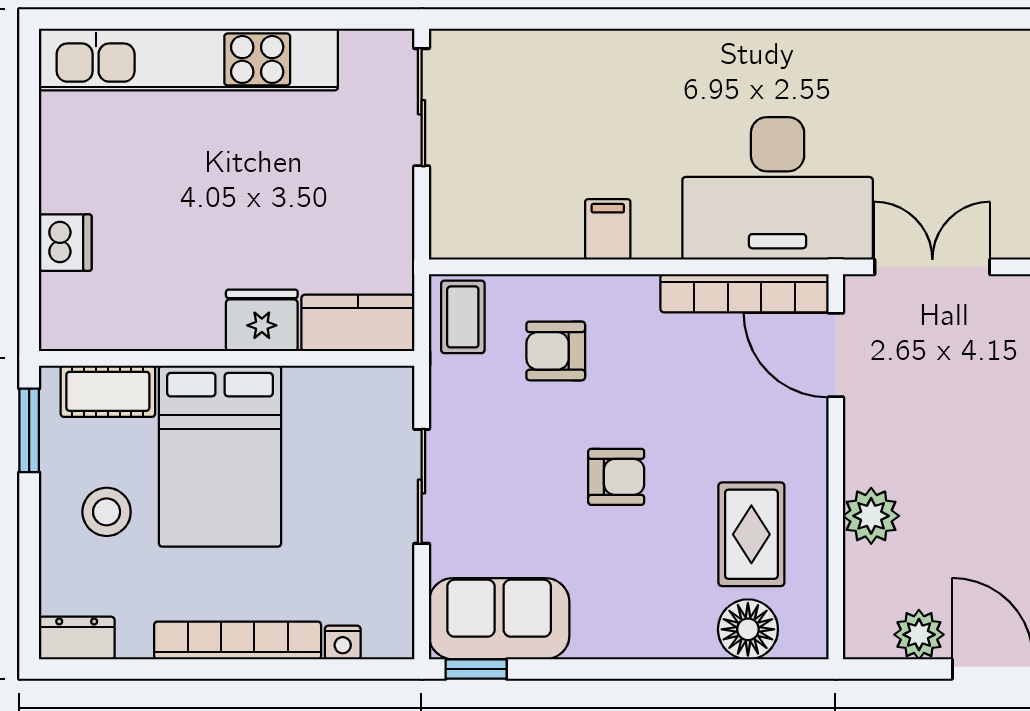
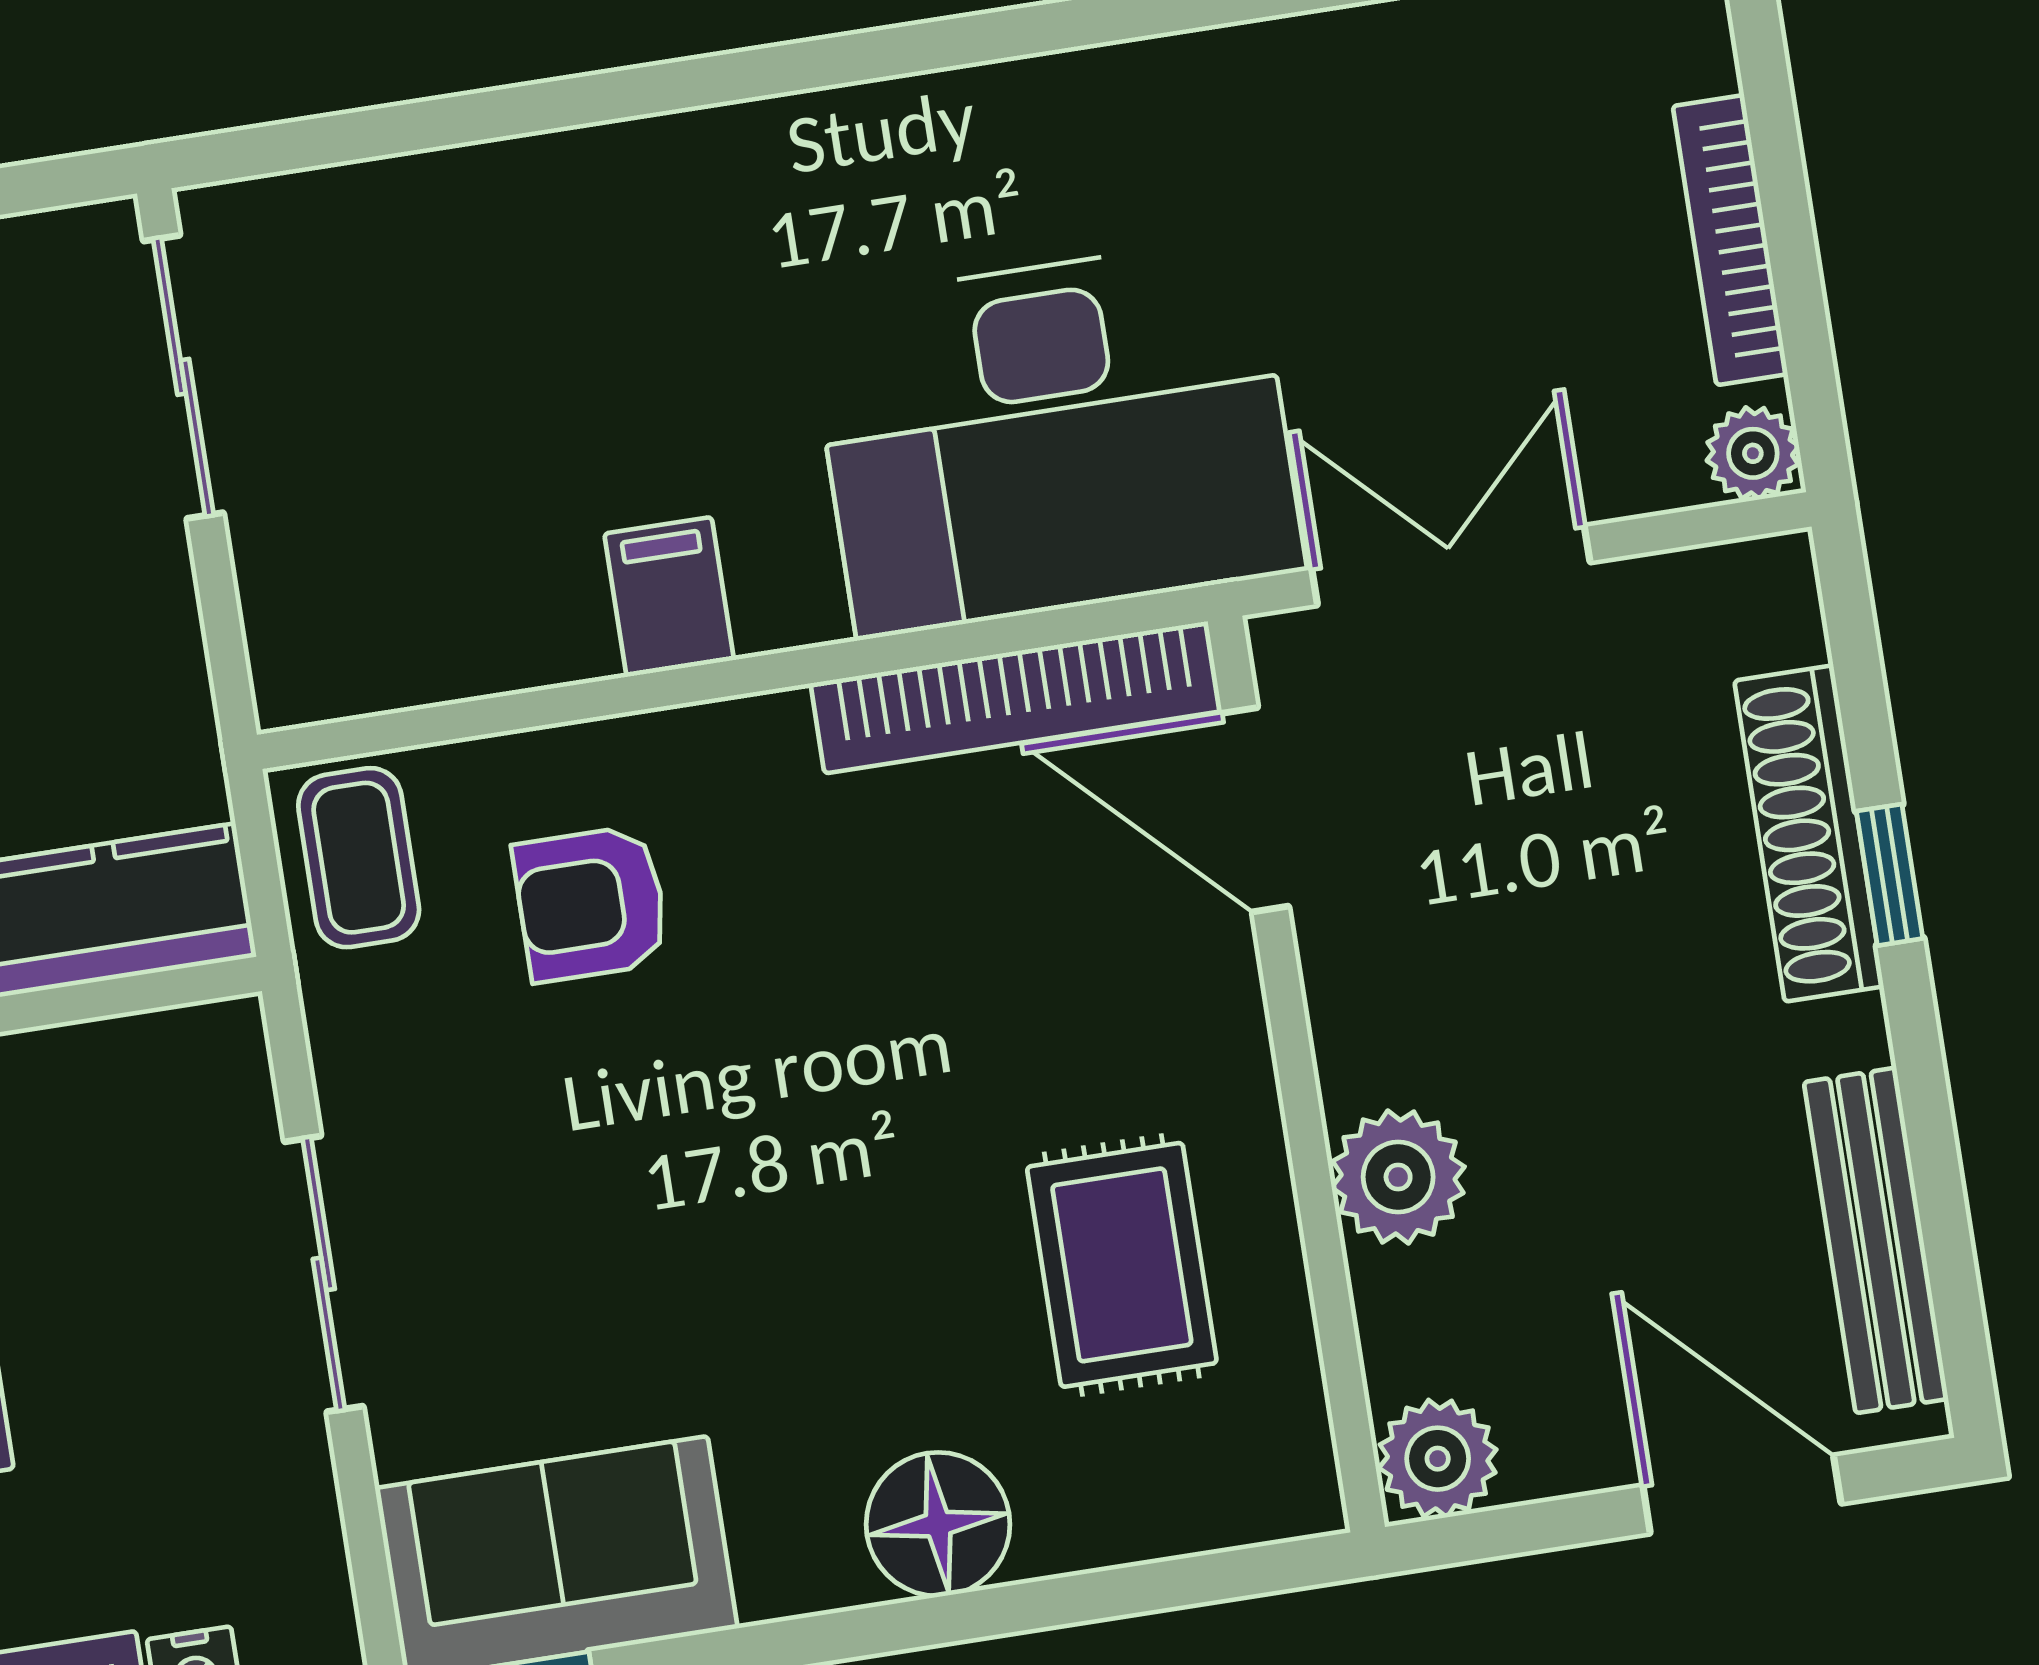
armchair: (616, 477) -> (781, 1179), removed
floor lamp: (748, 629) -> (938, 1524), moved
plant: (919, 635) -> (1438, 1459), moved

